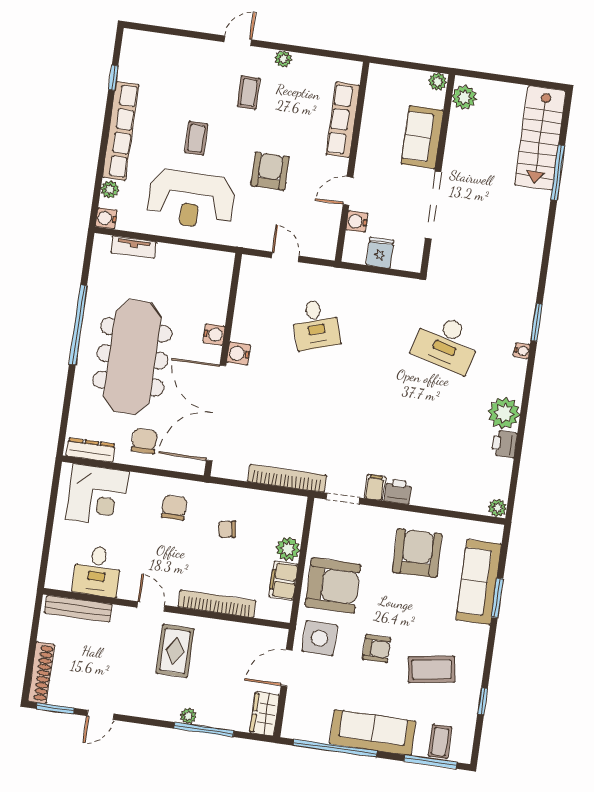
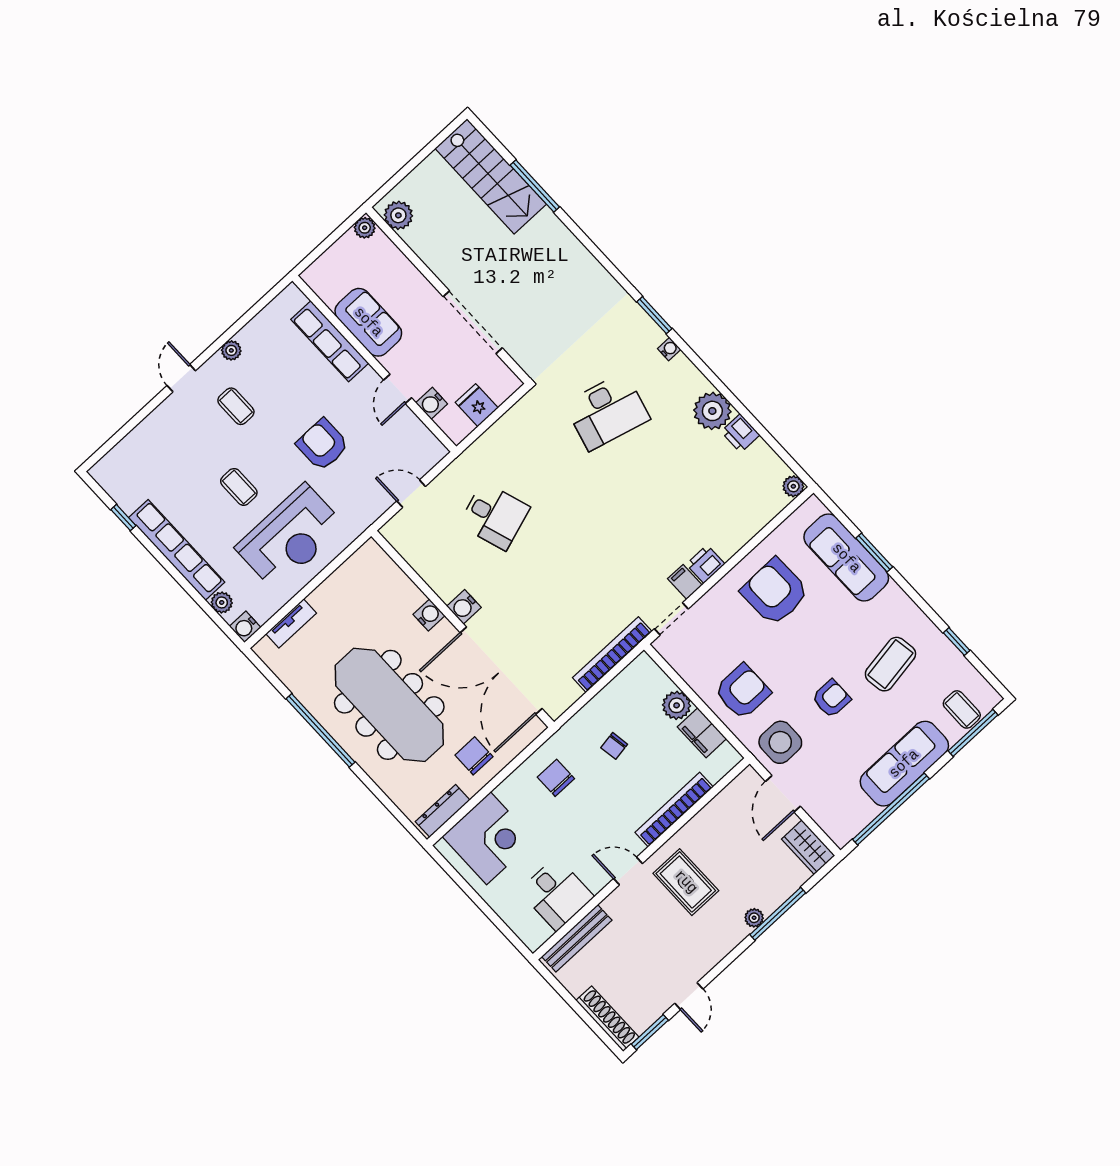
sofa: (422, 137) -> (368, 322), moved, turned 180
armchair: (333, 585) -> (743, 691), width x0.73, depth x0.73

